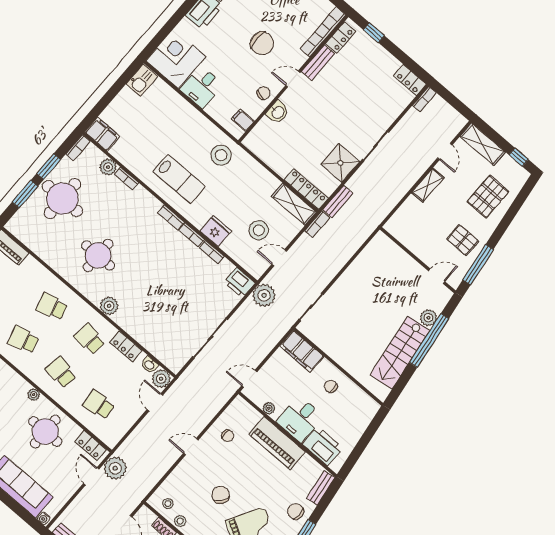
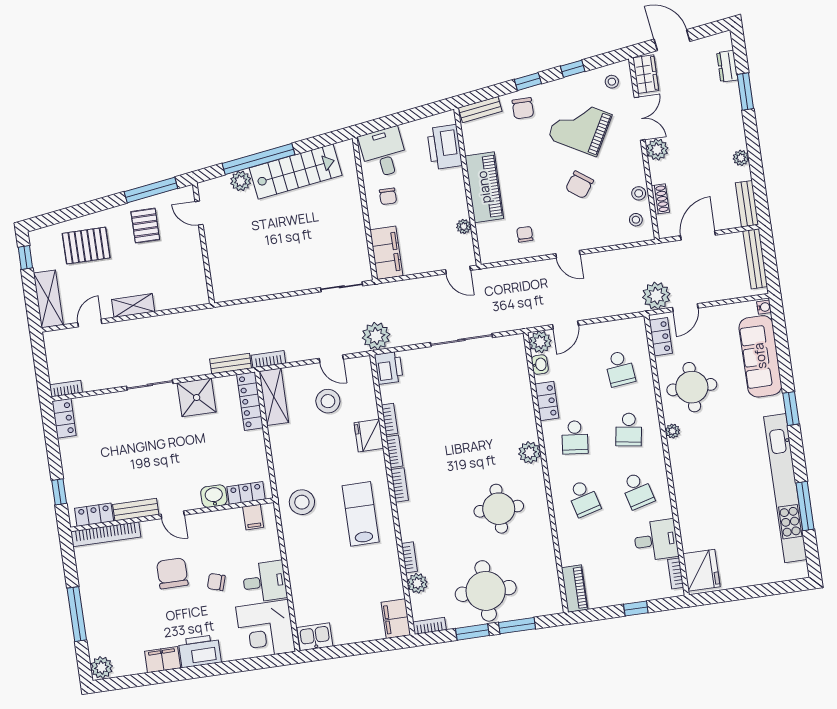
chair: (264, 93) -> (216, 582), moved
locker: (260, 131) -> (246, 493), added
desk: (300, 419) -> (384, 152), moved, turned -98

